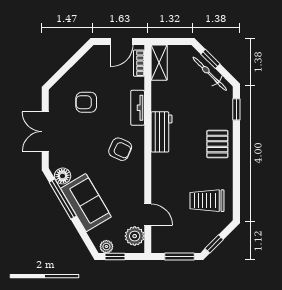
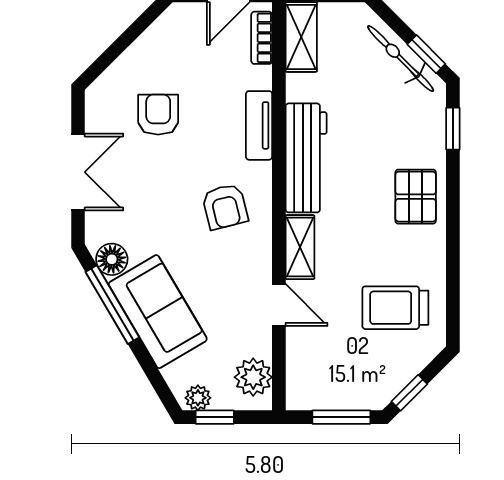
window: (210, 59) -> (426, 54), moved
armchair: (86, 102) -> (158, 115), turned 90
double door: (45, 132) -> (78, 172), swing flipped
workbench: (162, 132) -> (306, 158), width x1.38
armchair: (120, 149) -> (225, 207), turned 51
shelving: (158, 170) -> (300, 247), added
door: (148, 215) -> (279, 305), moved

